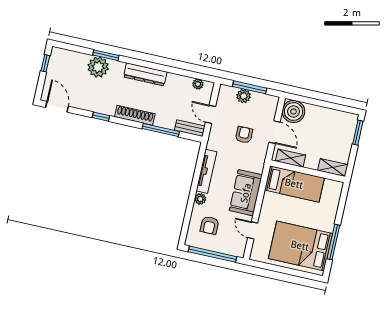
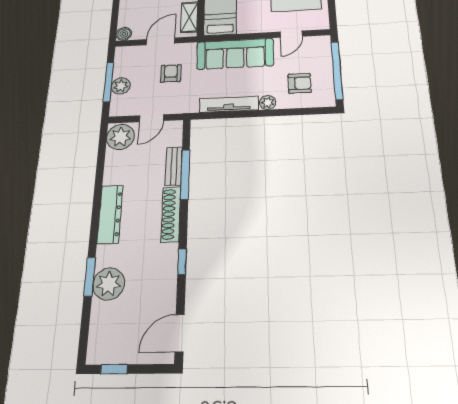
plant: (198, 84) -> (120, 137), width x1.87, depth x1.87
boiler: (294, 111) -> (124, 34), width x0.54, depth x0.54
bench: (190, 128) -> (174, 166), moved
armchair: (244, 135) -> (171, 73), turned 90
sofa: (246, 193) -> (235, 54), width x1.36

